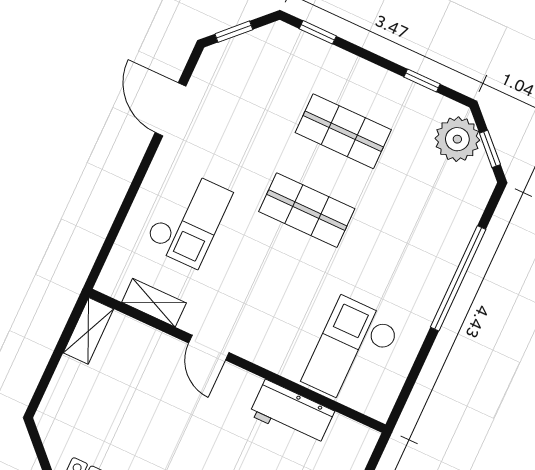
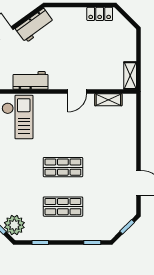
checkout: (188, 219) -> (110, 141), removed
door: (209, 348) -> (77, 92), swing flipped

